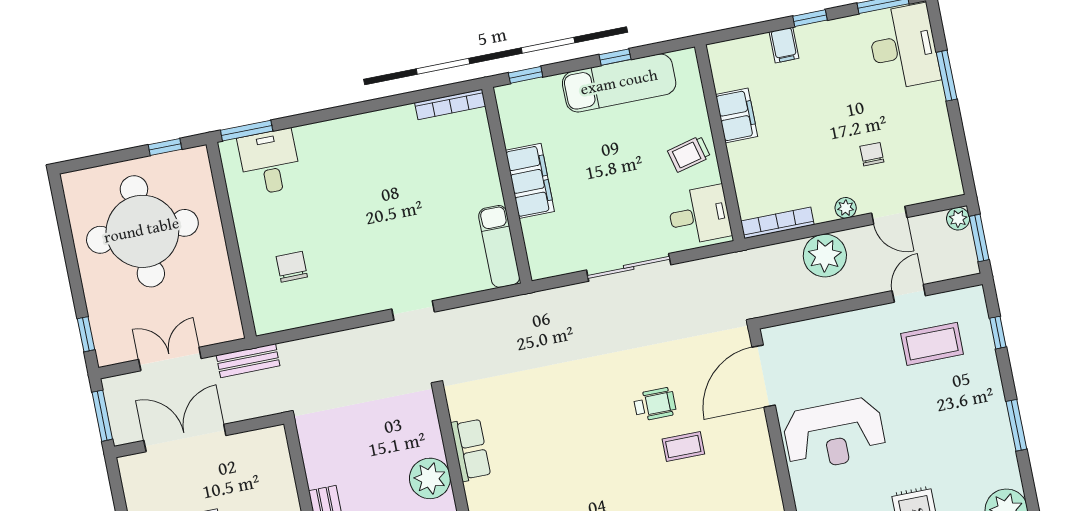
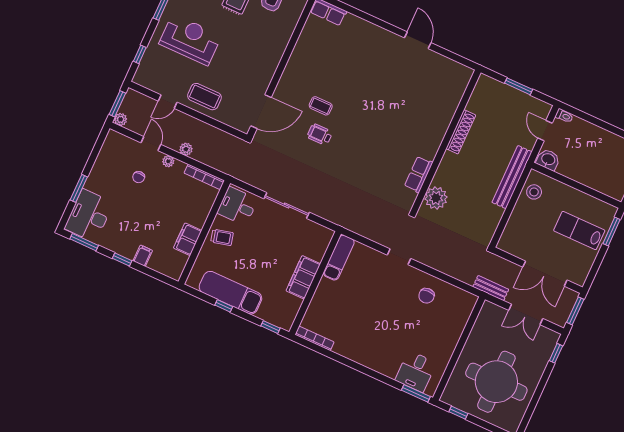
plant: (825, 256) -> (186, 149), width x0.53, depth x0.53
chair: (292, 267) -> (426, 296), moved
coffee table: (932, 344) -> (204, 97), moved
reception desk: (834, 434) -> (190, 40), moved
plant: (430, 478) -> (436, 198), moved

